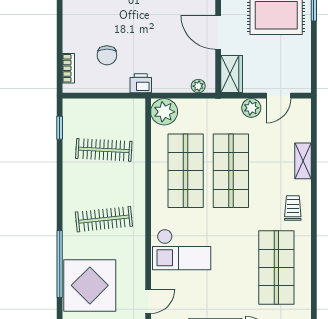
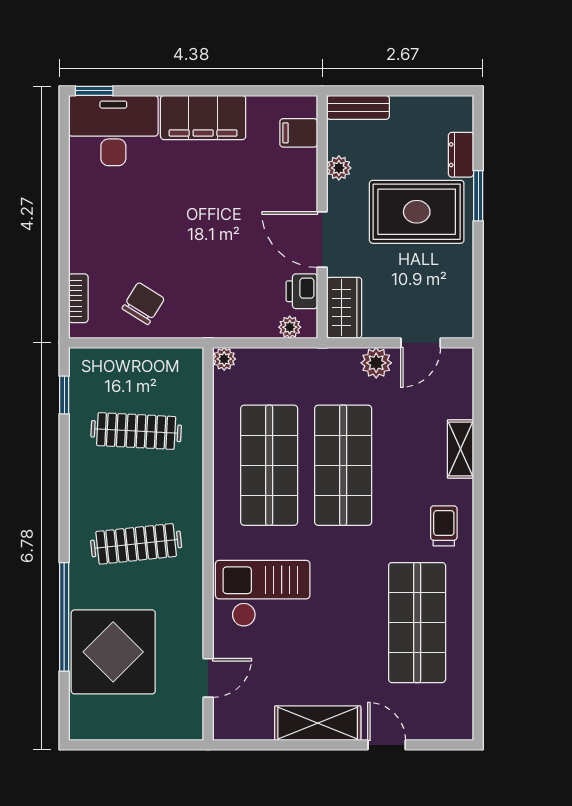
chair: (107, 55) -> (143, 304), moved, turned -148
printer: (141, 83) -> (302, 291), moved, turned -90
plant: (164, 112) -> (224, 359), width x0.53, depth x0.53
checkout: (182, 250) -> (263, 594), turned 180

